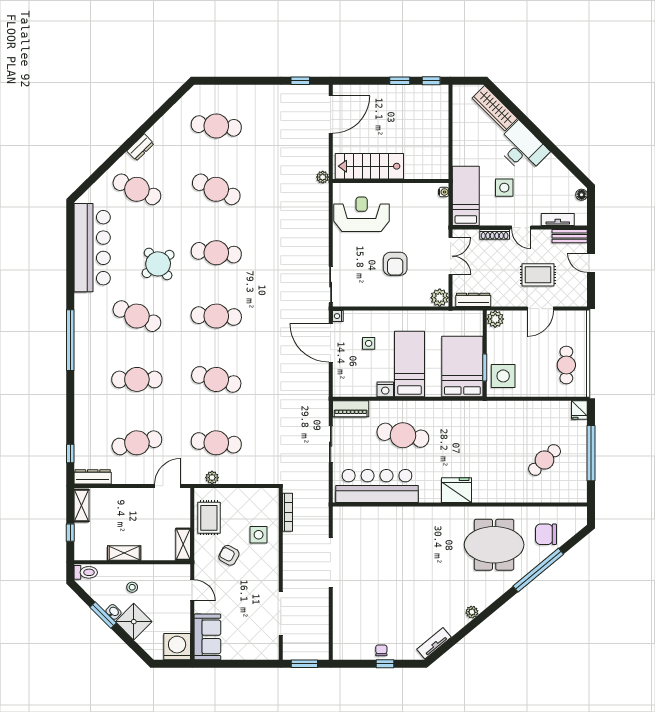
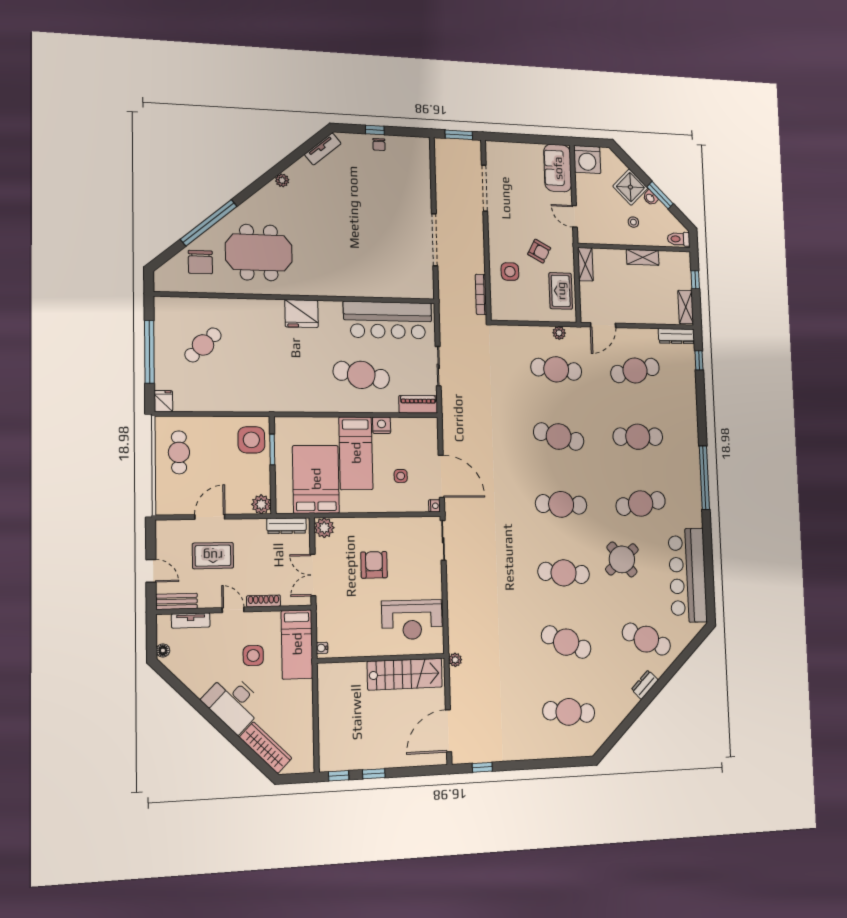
cafe table: (137, 316) -> (641, 503), turned -33
bed: (462, 367) -> (316, 479), moved, turned 180
chair: (546, 534) -> (200, 262), turned 90

